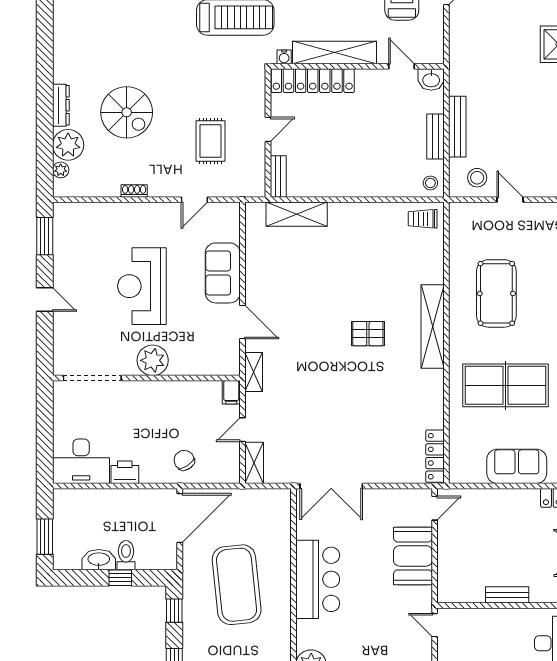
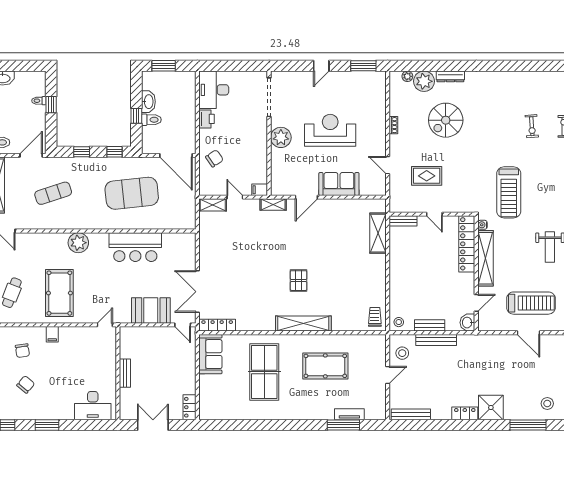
sofa: (517, 466) -> (210, 354), moved
double door: (331, 486) -> (197, 292), moved

